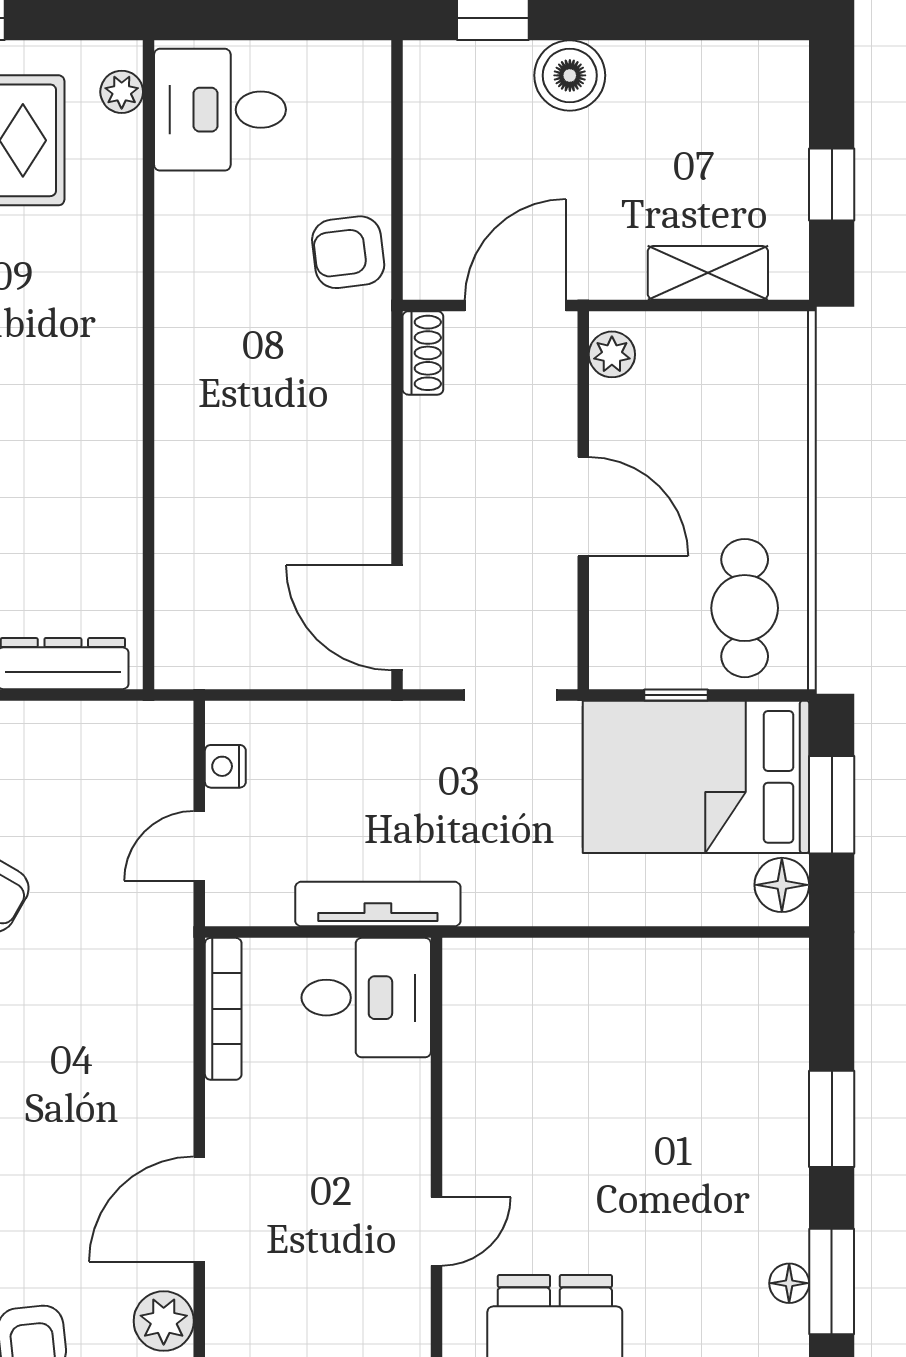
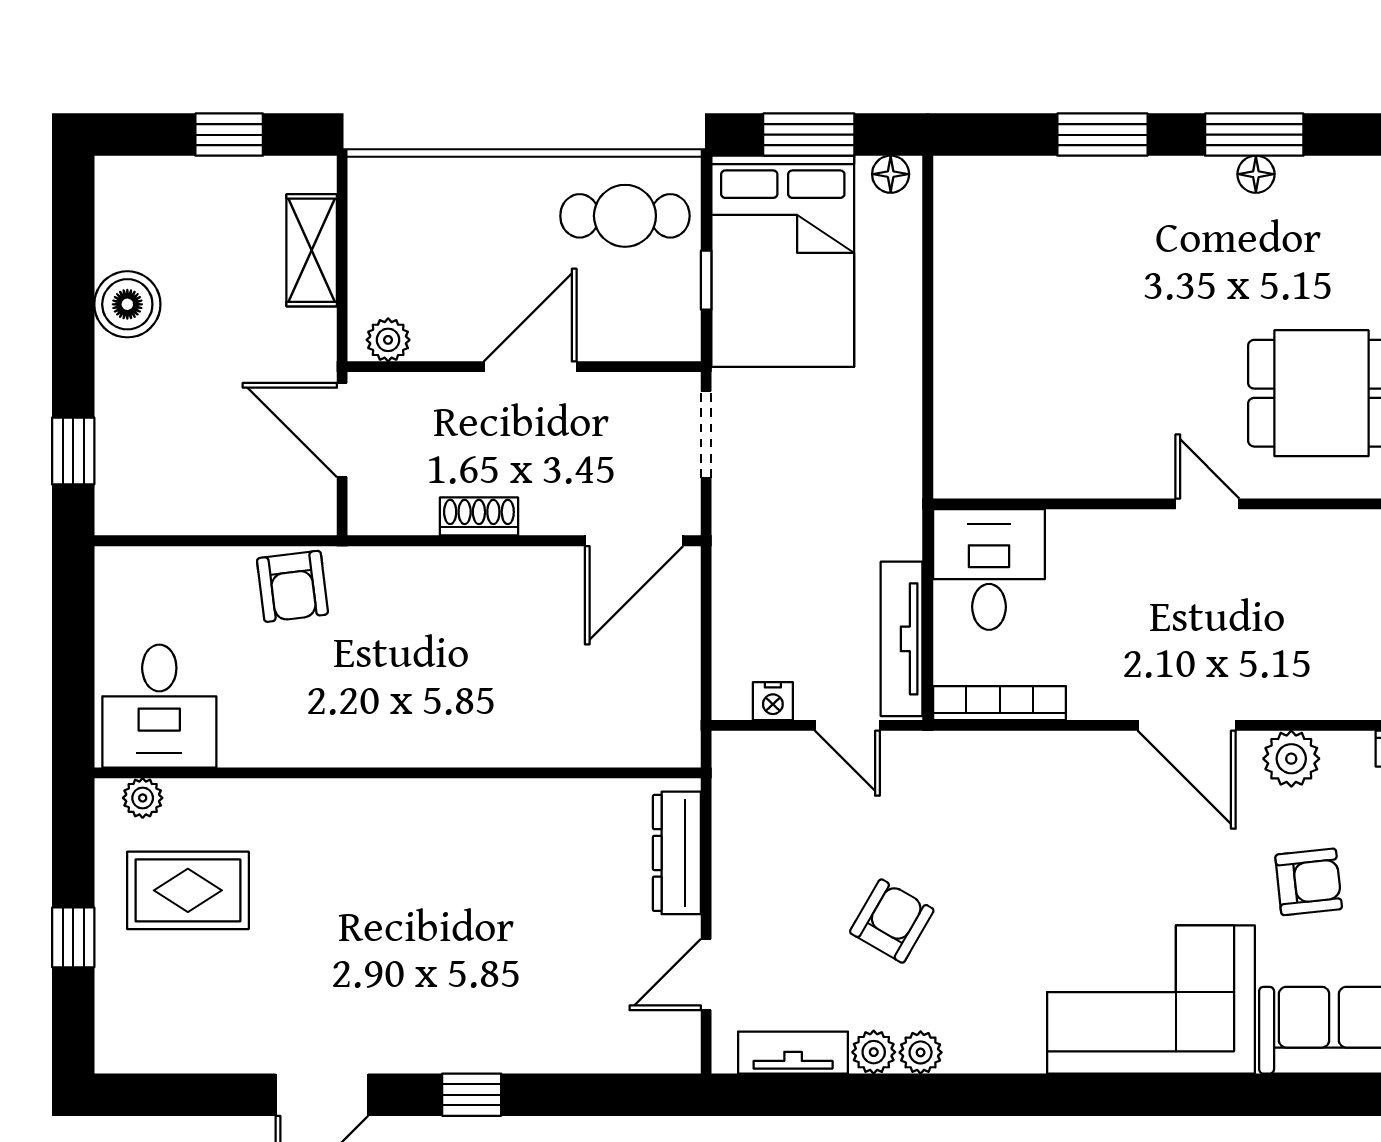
boiler: (570, 75) -> (127, 304), moved
shoe rack: (423, 353) -> (479, 516), moved
floor lamp: (782, 885) -> (891, 174), width x0.73, depth x0.73
tv unit: (378, 904) -> (902, 639), moved

